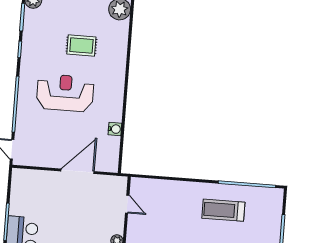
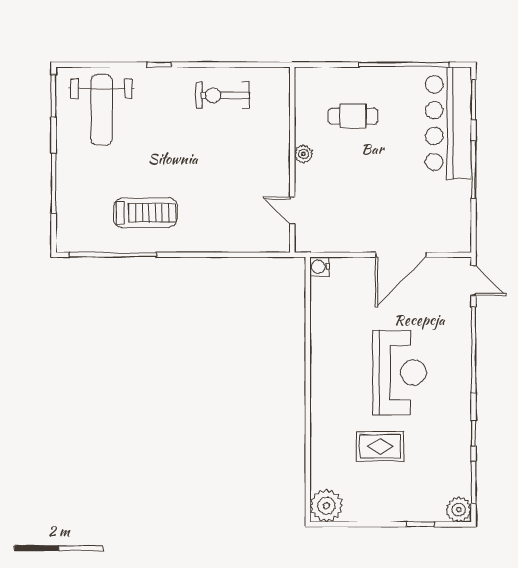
reception desk: (65, 93) -> (399, 372), turned -90
water cooler: (115, 129) -> (320, 267), moved
door: (78, 171) -> (401, 255), moved

